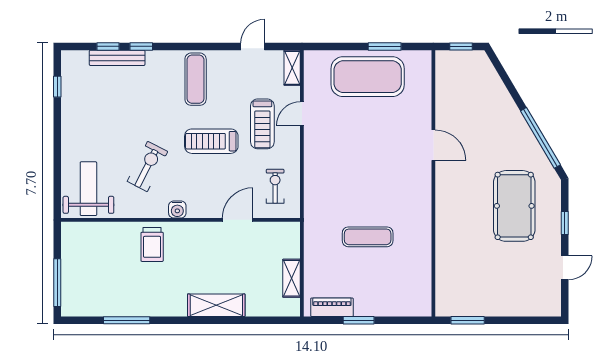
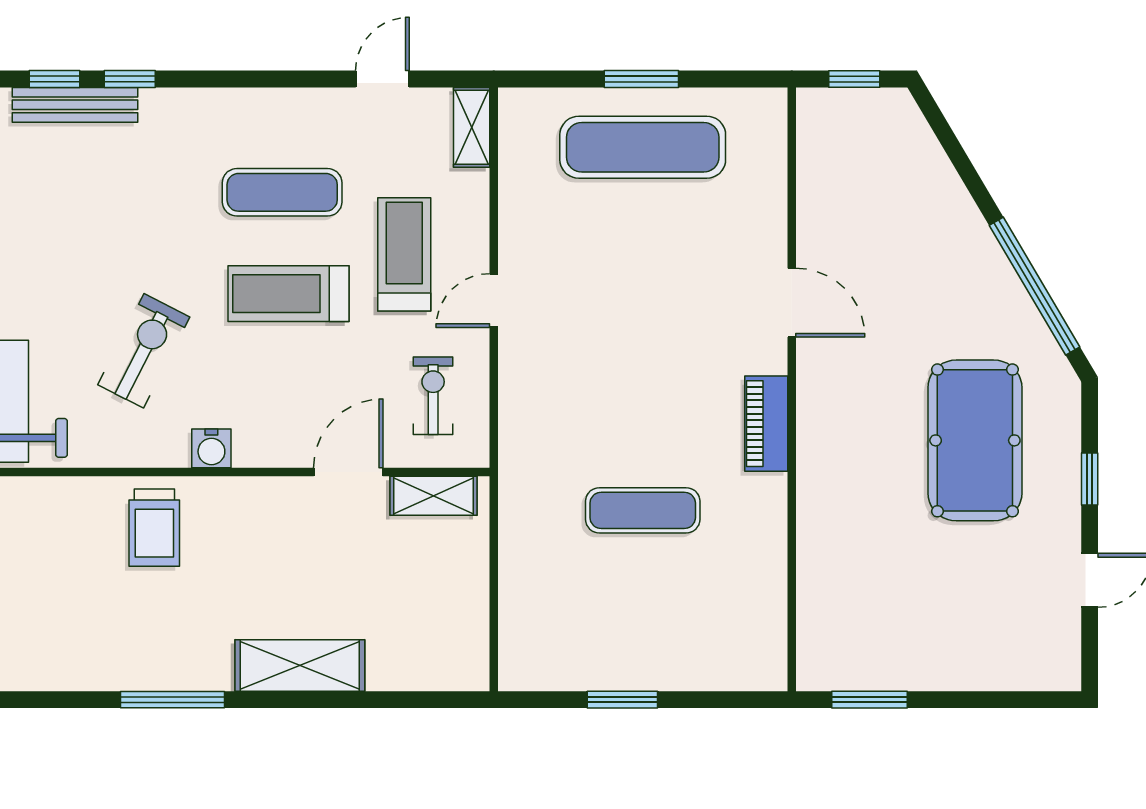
window: (385, 46) -> (641, 79), moved
exercise mat: (368, 77) -> (643, 147), width x0.68
exercise mat: (196, 79) -> (282, 192), moved, turned 90
door: (302, 114) -> (494, 301), moved
treadmill: (262, 124) -> (404, 254), turned 180
shelving: (291, 278) -> (434, 496), moved, turned 90
piano: (332, 307) -> (766, 424), moved, turned -90
window: (127, 320) -> (172, 700), moved

